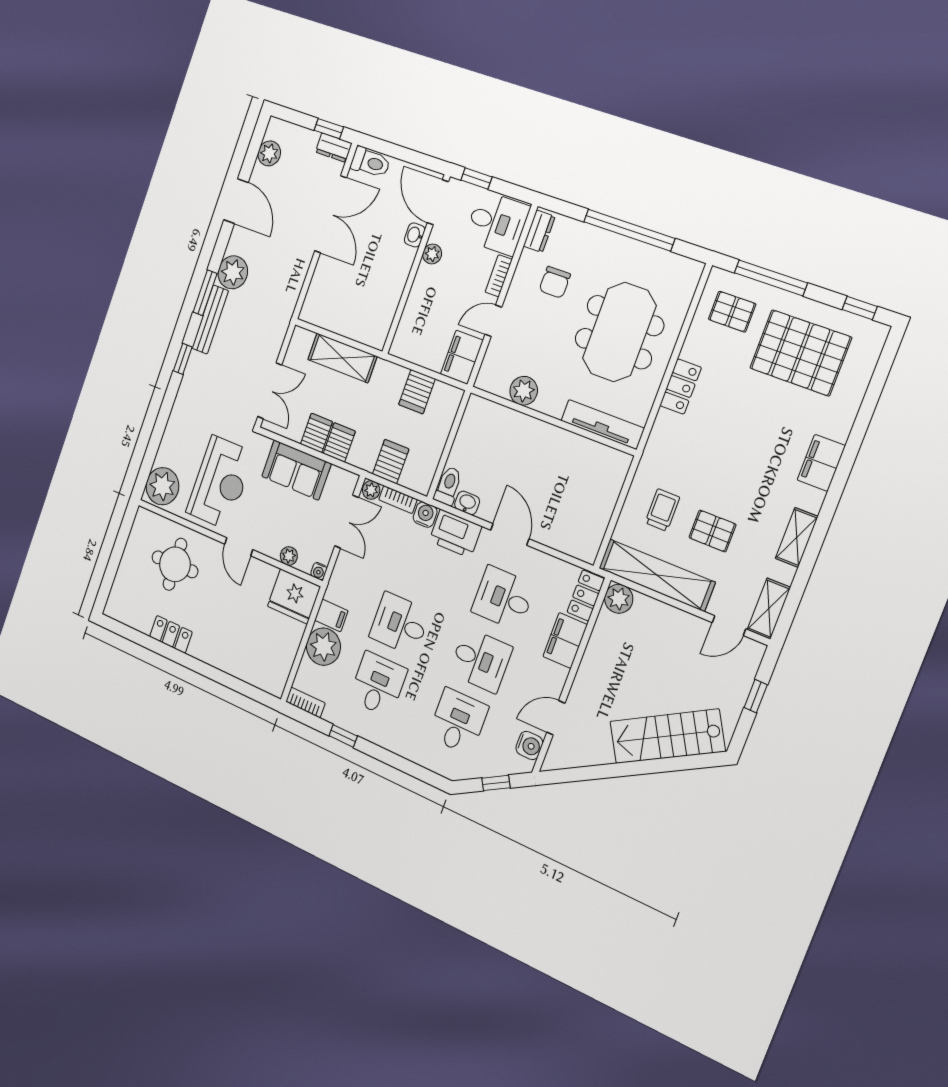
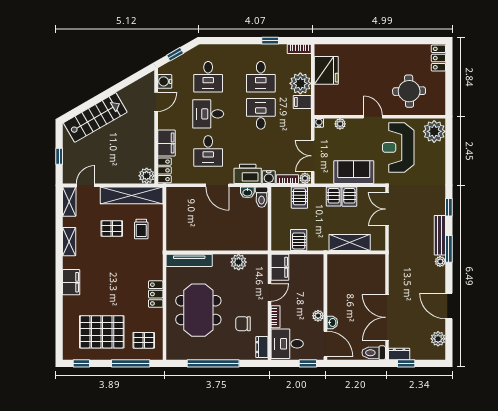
plant: (233, 272) -> (440, 261), width x0.53, depth x0.53
chair: (555, 282) -> (243, 324), turned -90
fridge: (294, 596) -> (326, 70), moved, turned 90
desk: (503, 598) -> (208, 151), turned 90
desk: (400, 624) -> (261, 114), turned -90
locker: (171, 634) -> (438, 58), moved, turned 90

